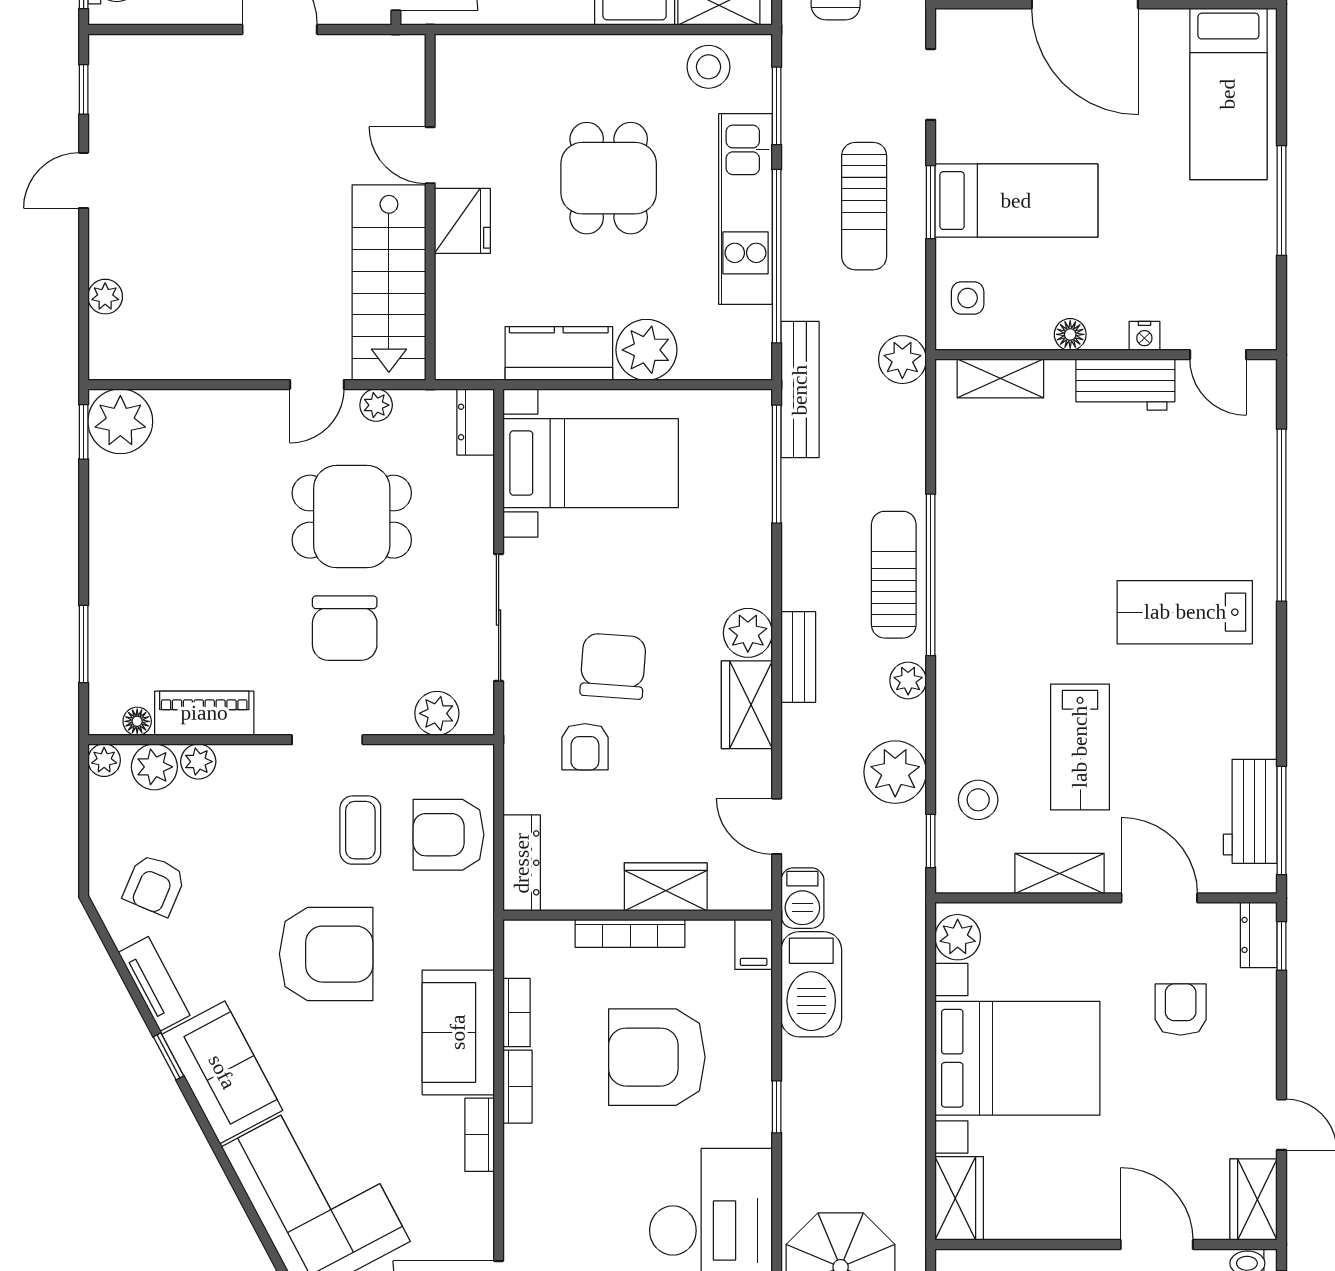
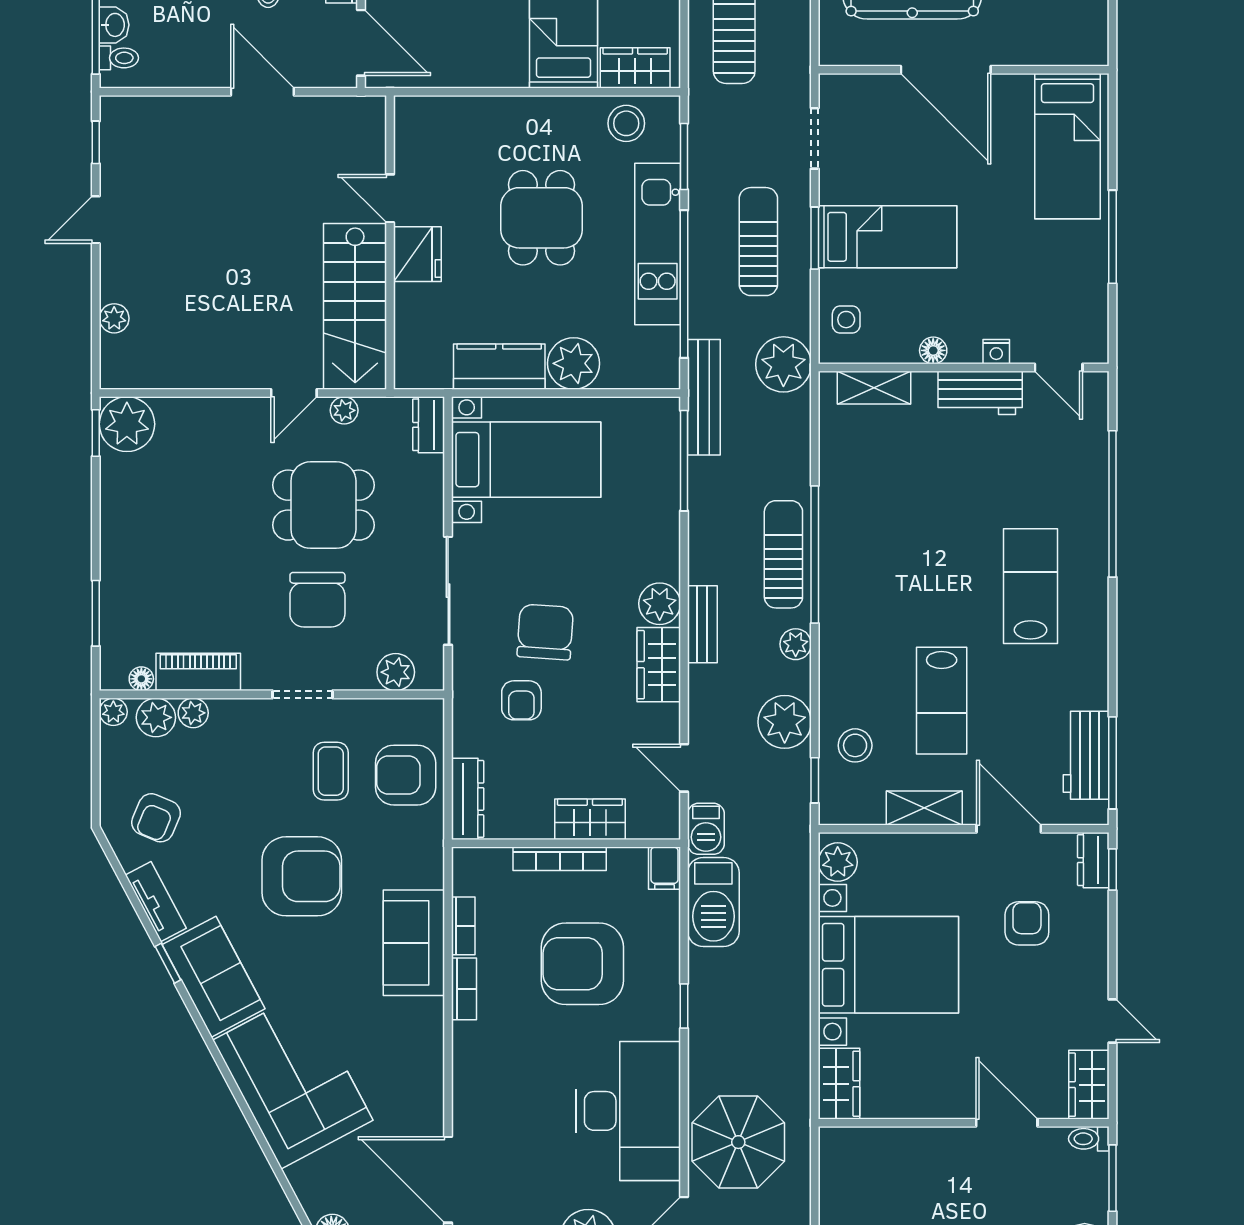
sun lounger: (864, 206) -> (758, 242), turned 180
plant: (902, 360) -> (783, 364), width x1.36, depth x1.36
lab bench: (1185, 612) -> (1030, 586), turned 90
bookcase: (480, 1135) -> (432, 1030), removed

